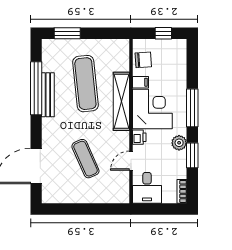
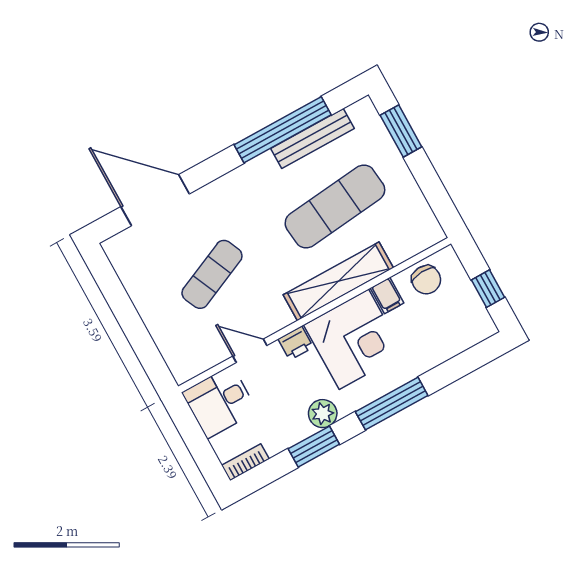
bench: (48, 95) -> (312, 139), moved

